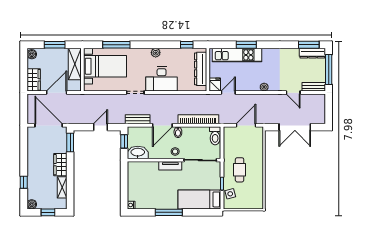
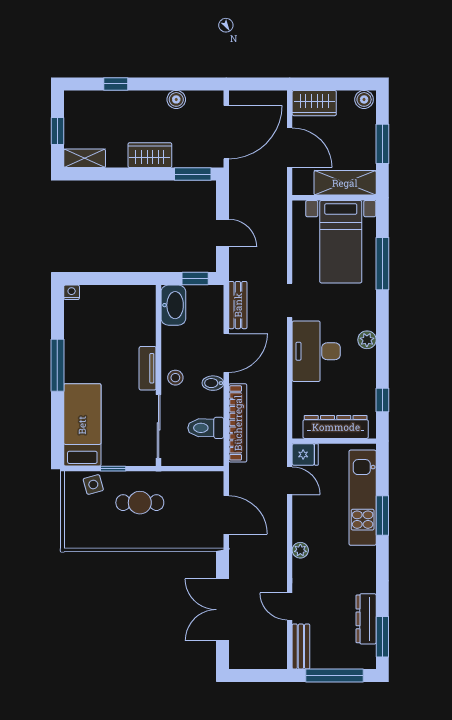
dresser: (312, 53) -> (366, 619), moved
door: (293, 93) -> (290, 606), hinge flipped
door: (162, 125) -> (226, 353), swing flipped
toilet: (215, 136) -> (206, 428), moved
shelving: (62, 187) -> (85, 158), moved
boiler: (32, 204) -> (176, 99), moved

